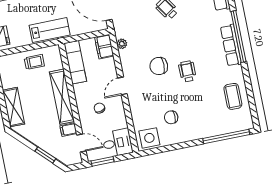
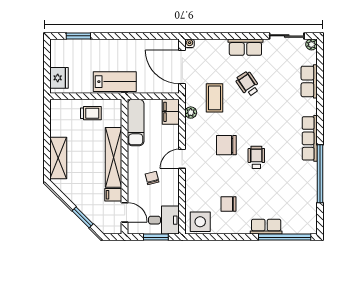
window: (238, 37) -> (320, 174), moved
coffee table: (233, 96) -> (214, 98), moved
row of seats: (208, 131) -> (266, 227), added
window: (103, 161) -> (156, 237), moved

